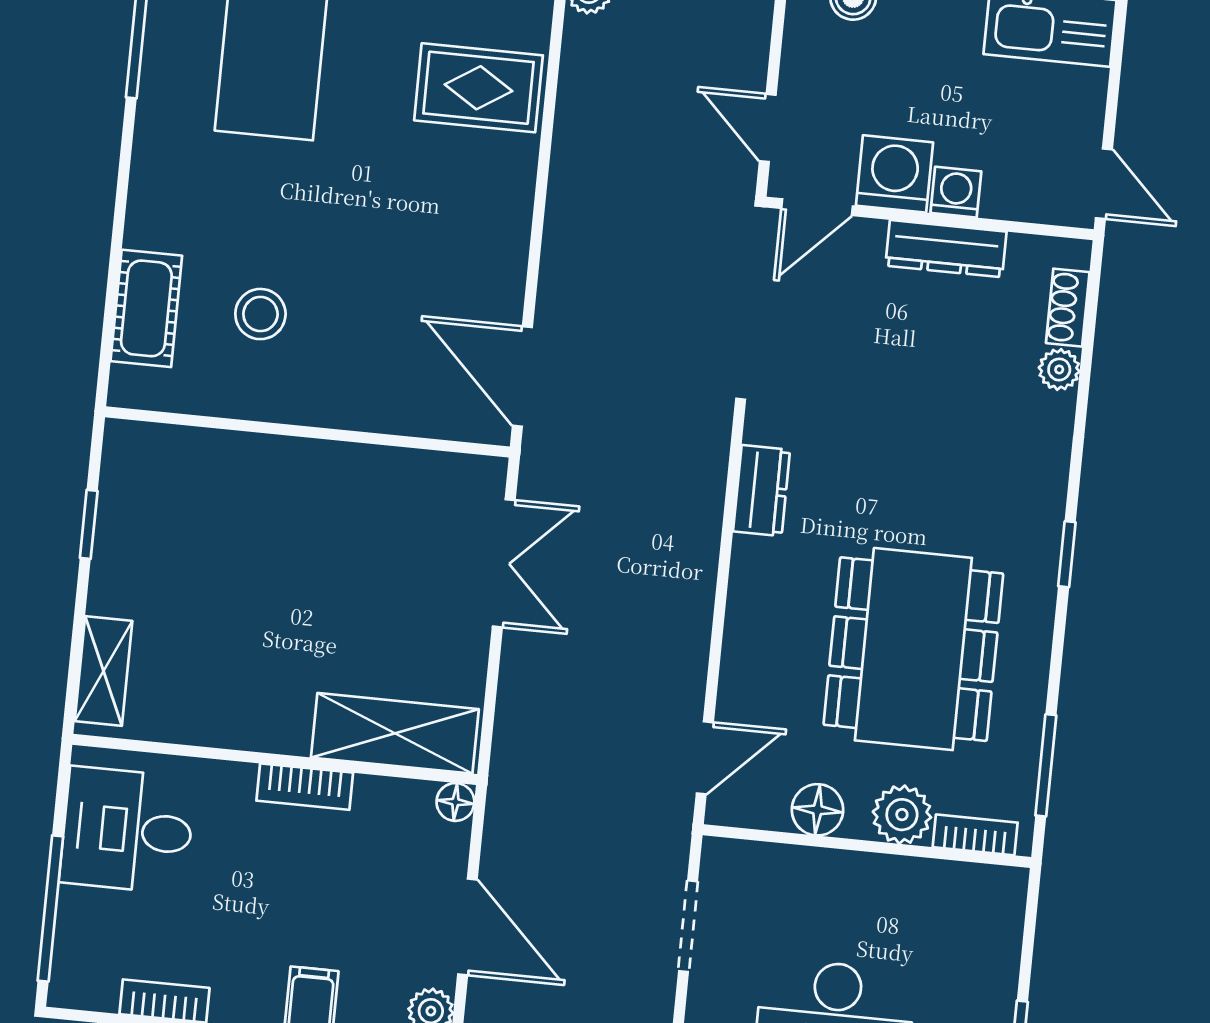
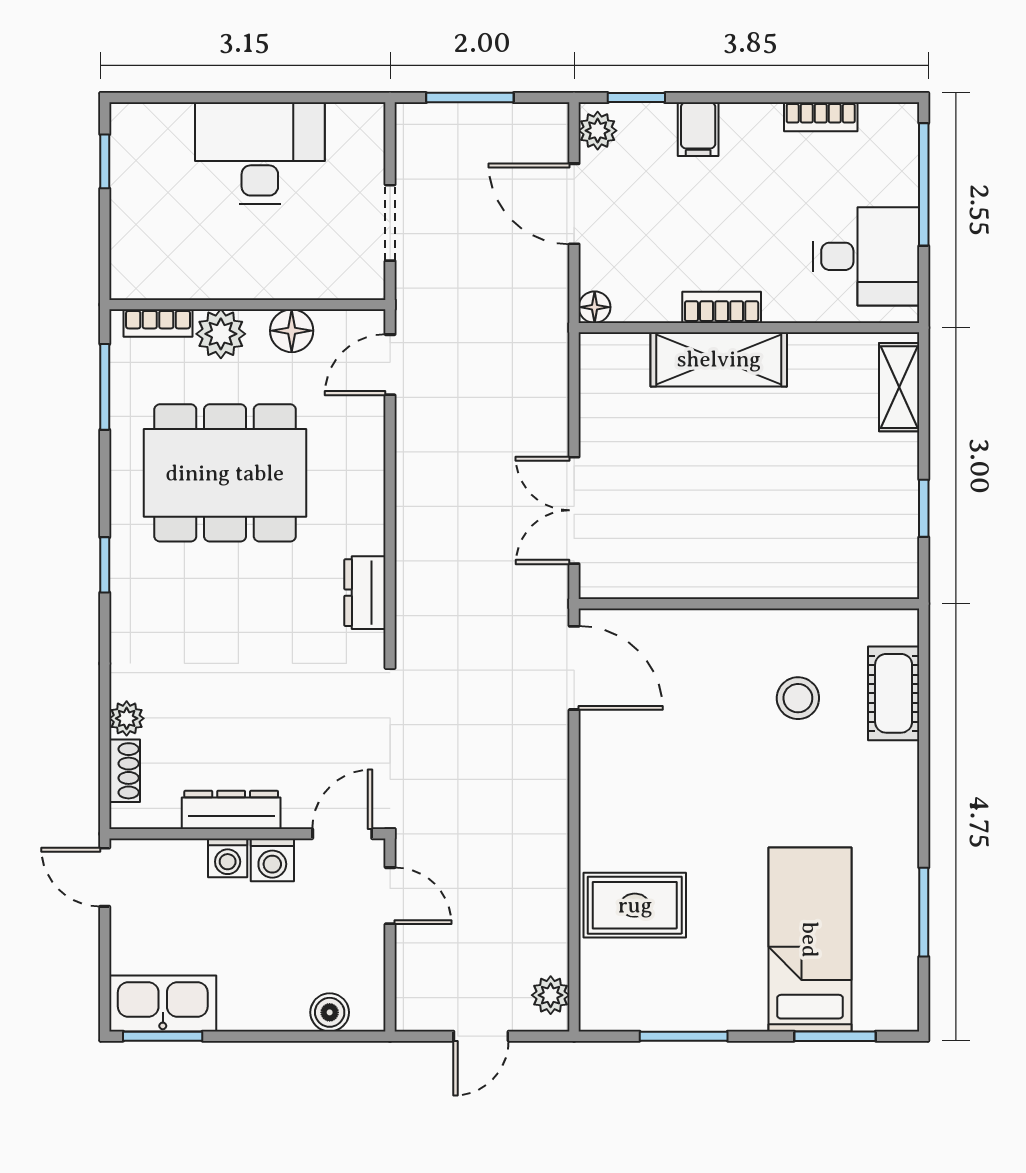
washing machine: (894, 174) -> (272, 860), width x0.73, depth x0.73
dining table: (913, 649) -> (225, 473), turned 90
shelving: (395, 733) -> (719, 359), moved

